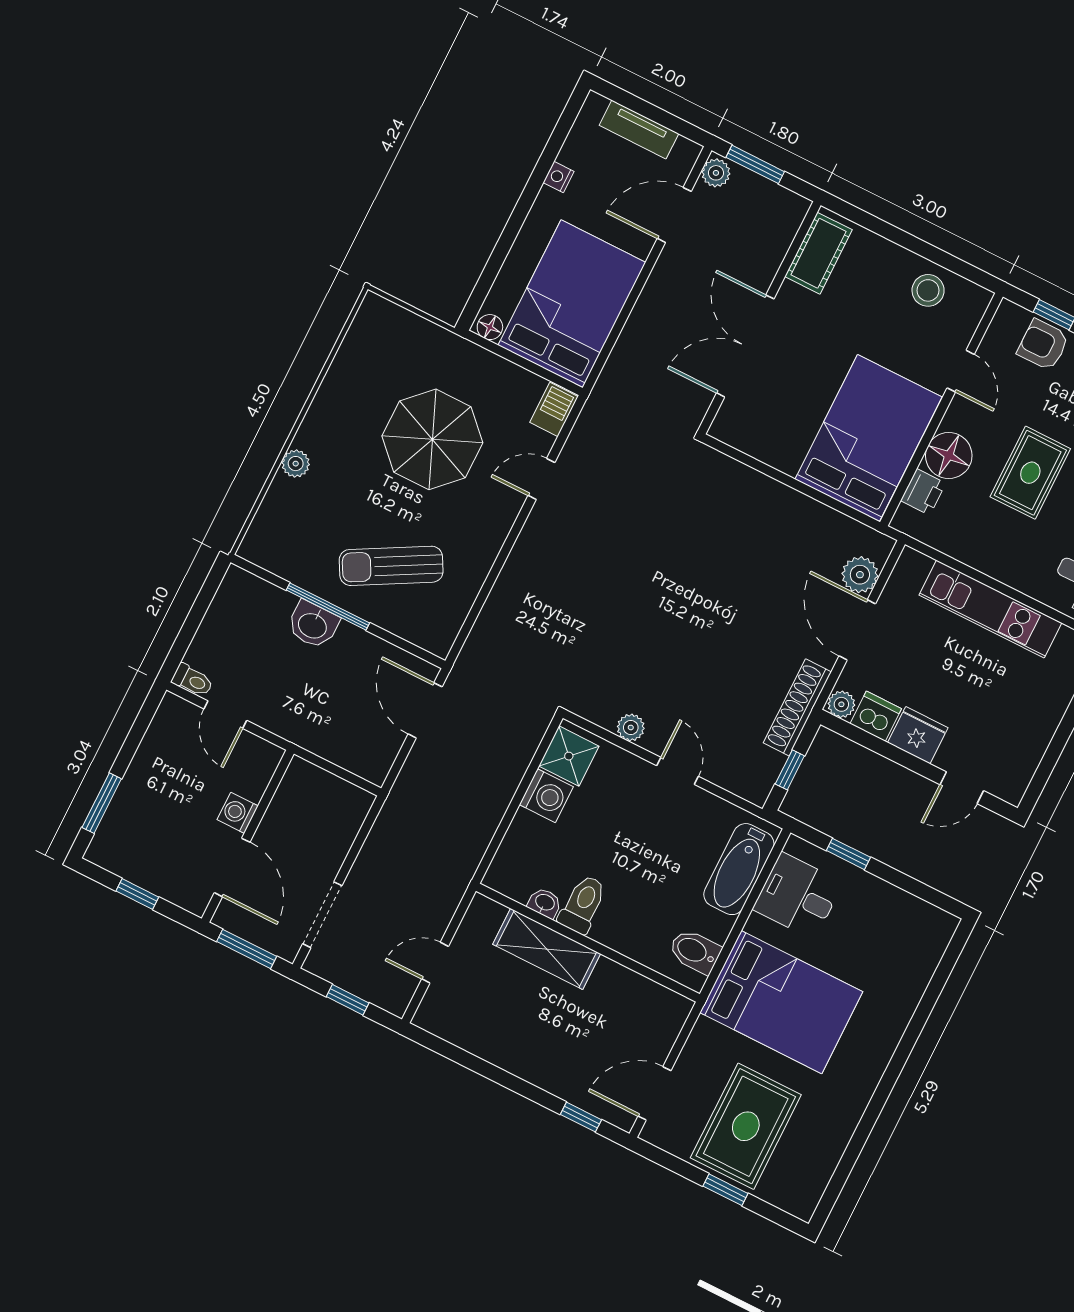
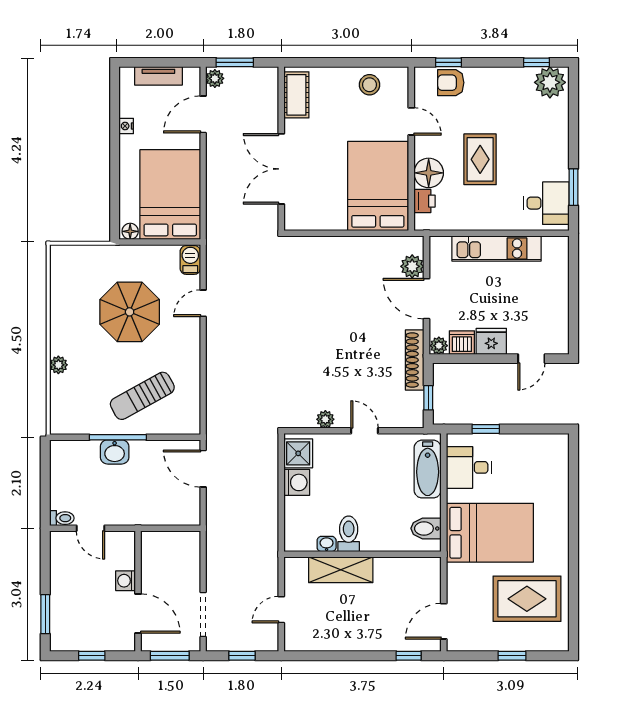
rug: (746, 1126) -> (527, 599), moved, turned 90

